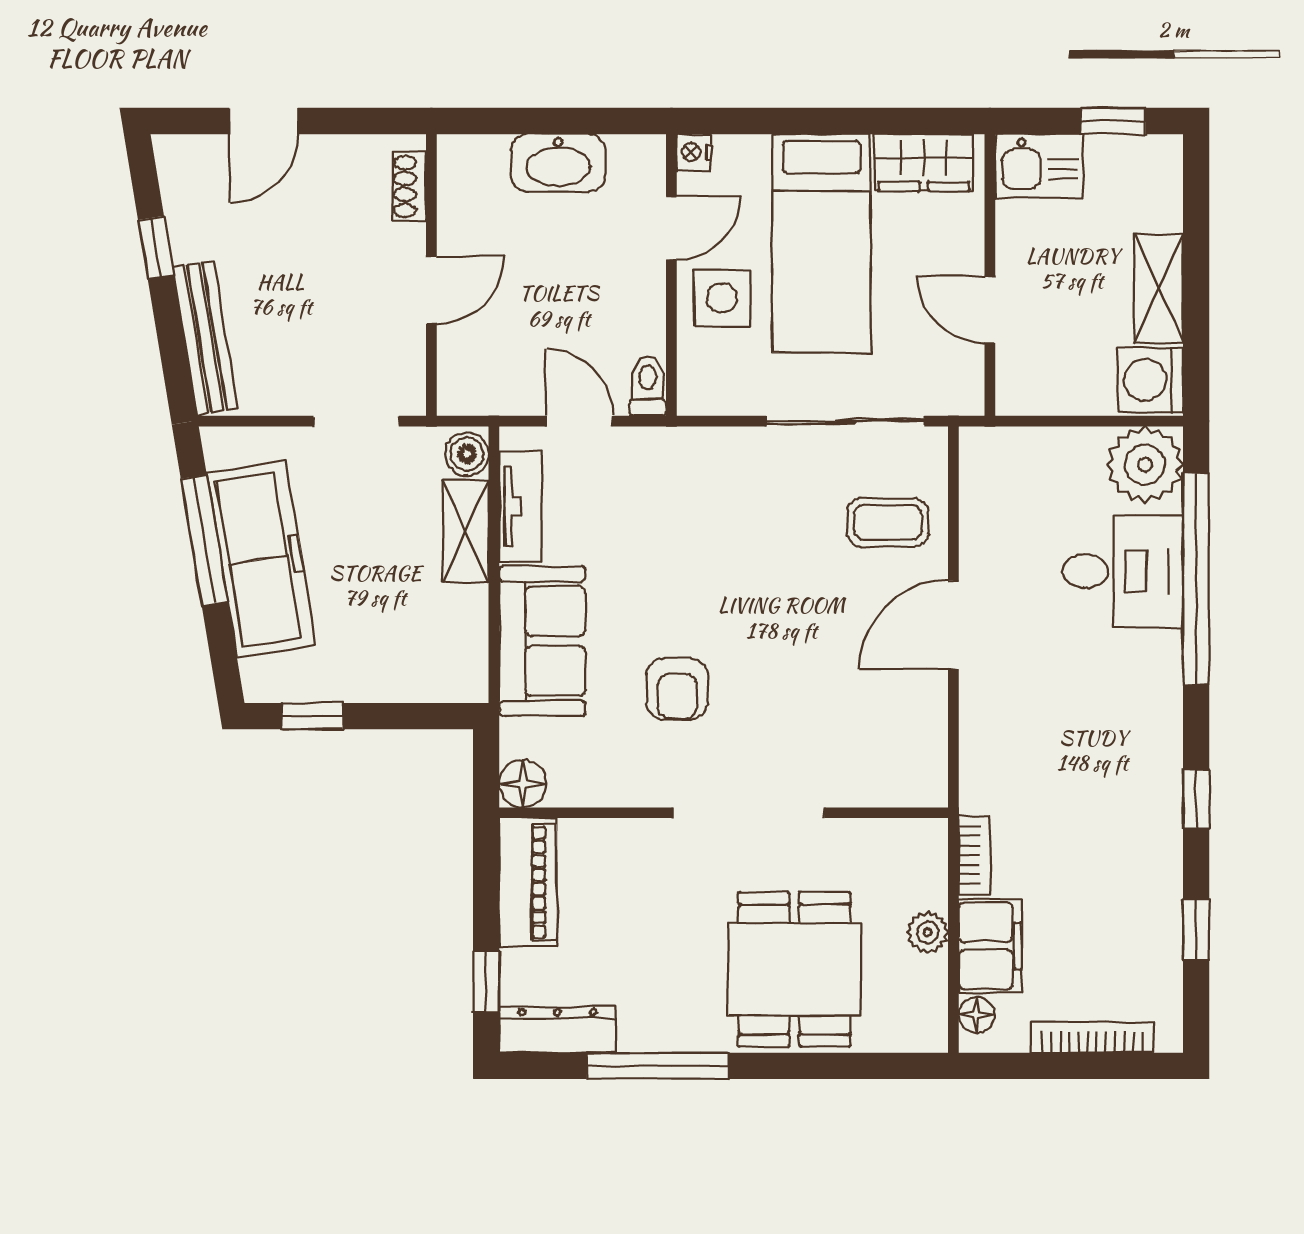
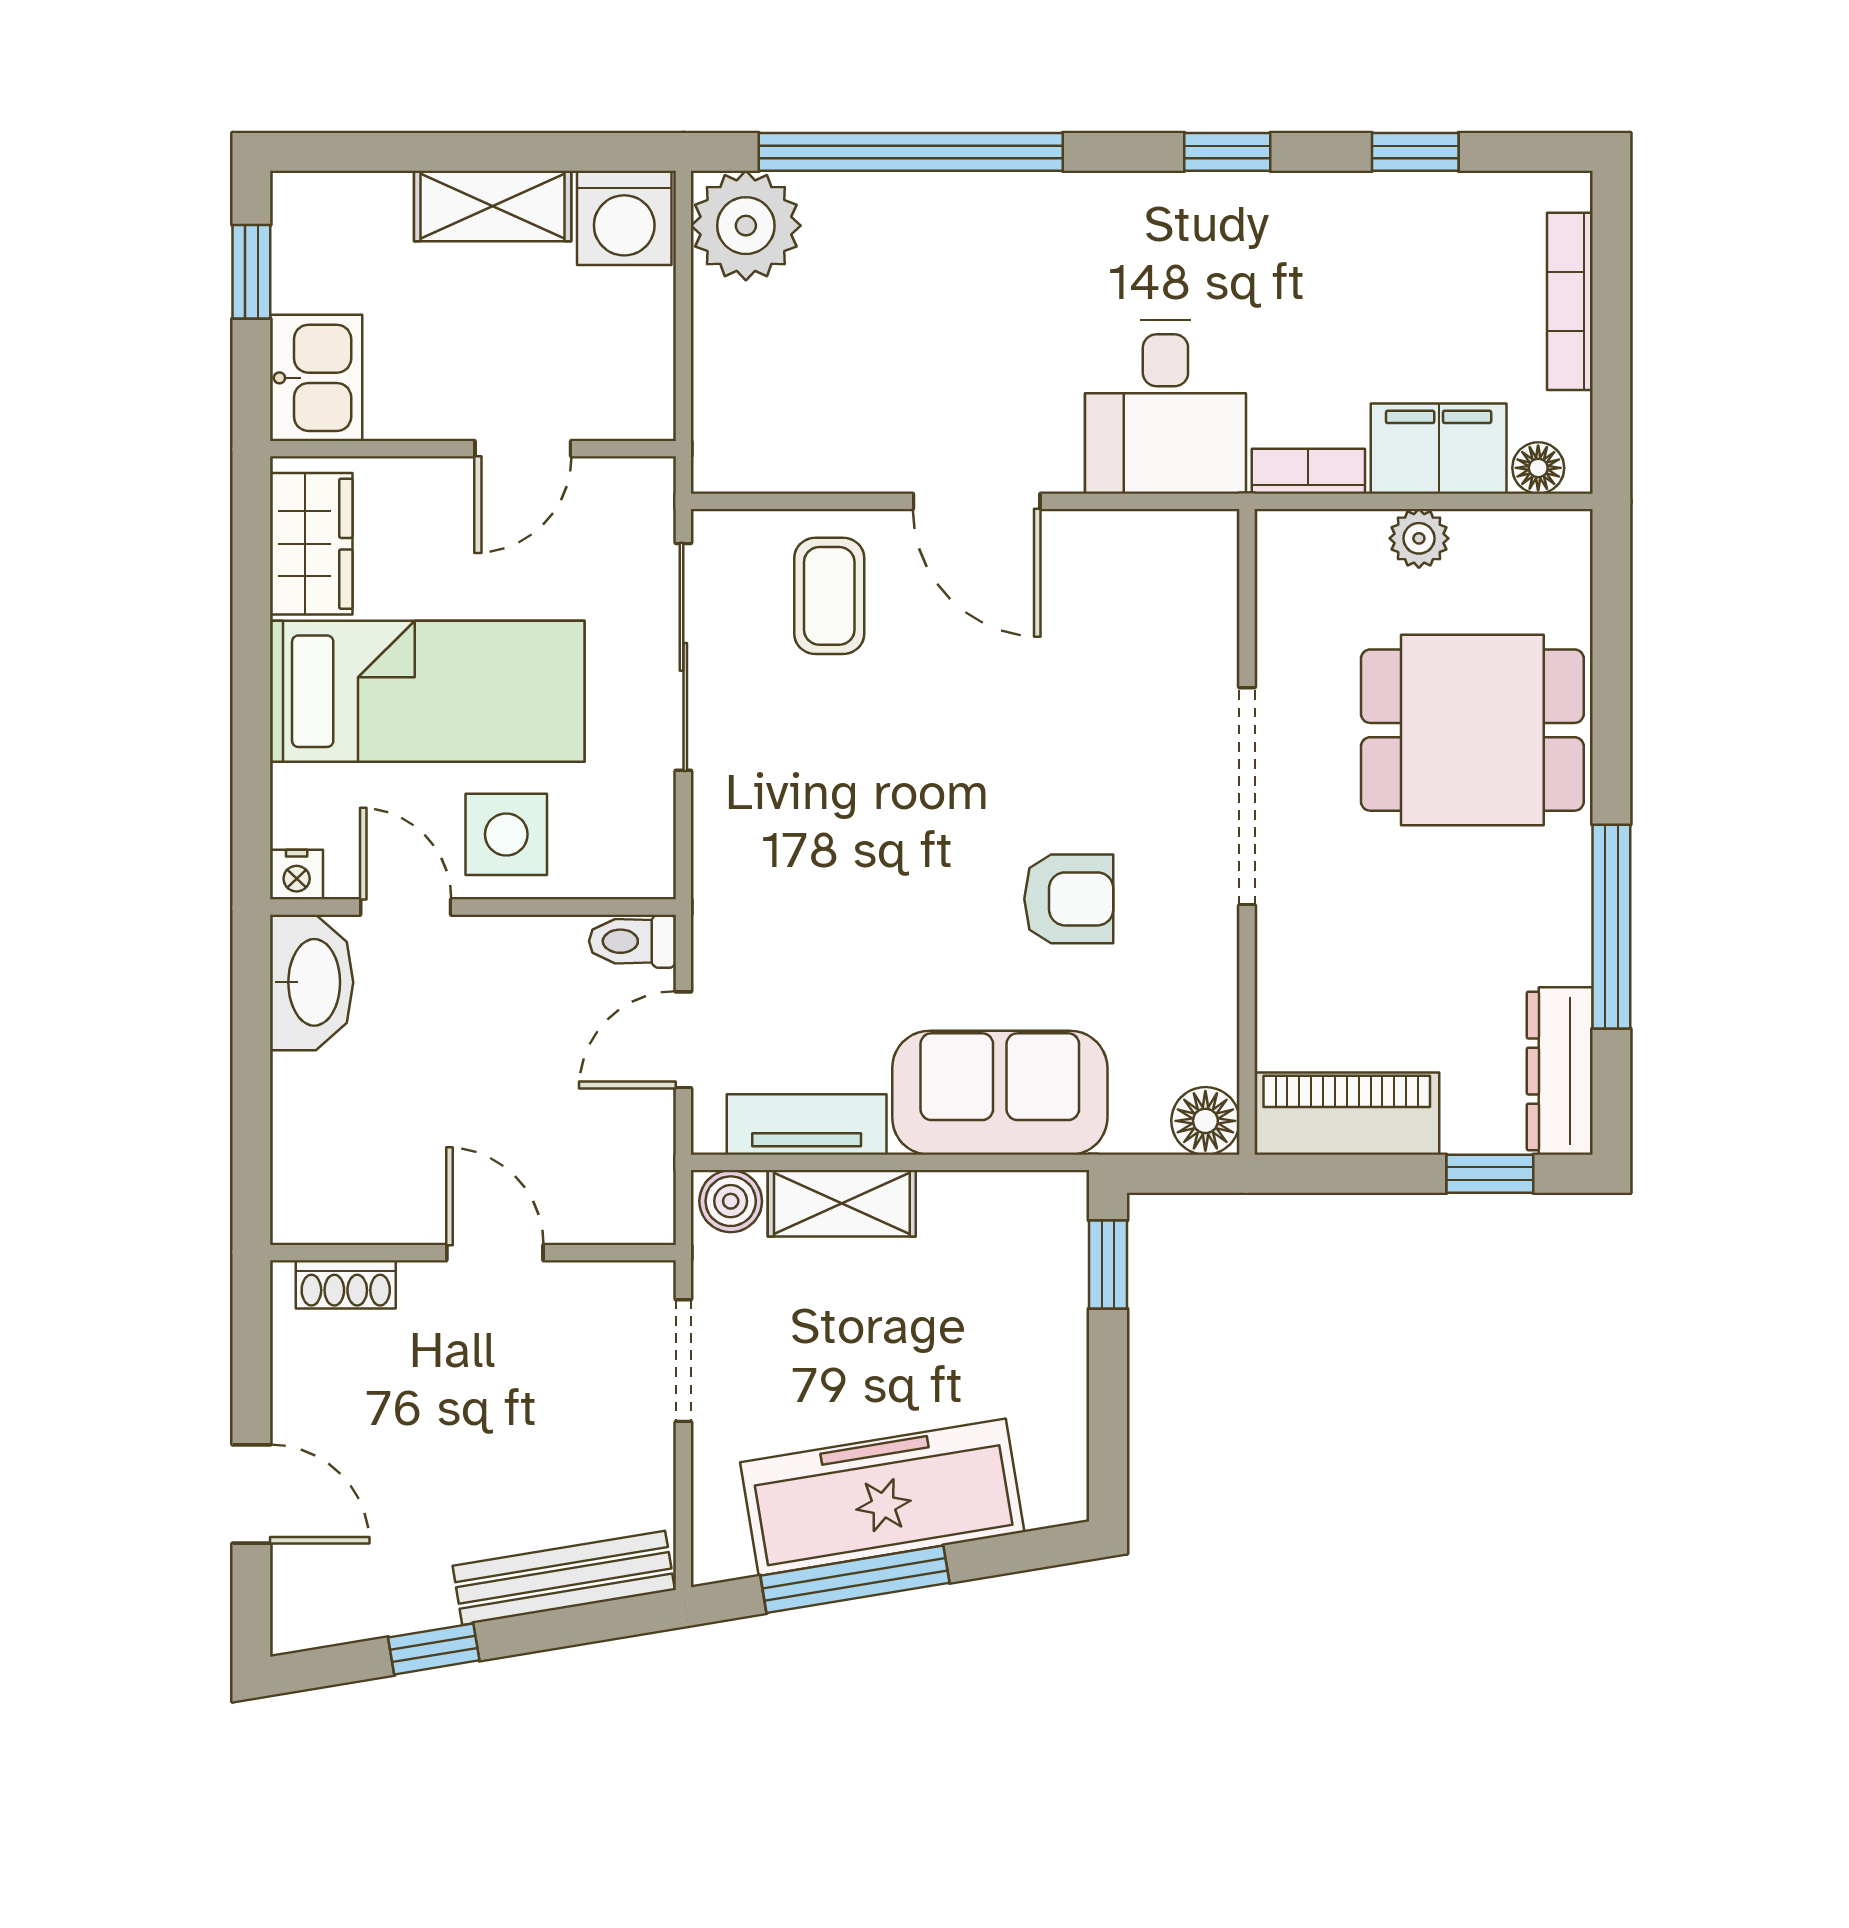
washbasin: (558, 163) -> (312, 982), moved
desk: (1123, 571) -> (1165, 407), moved, turned 180
window: (312, 716) -> (1108, 1264), moved

